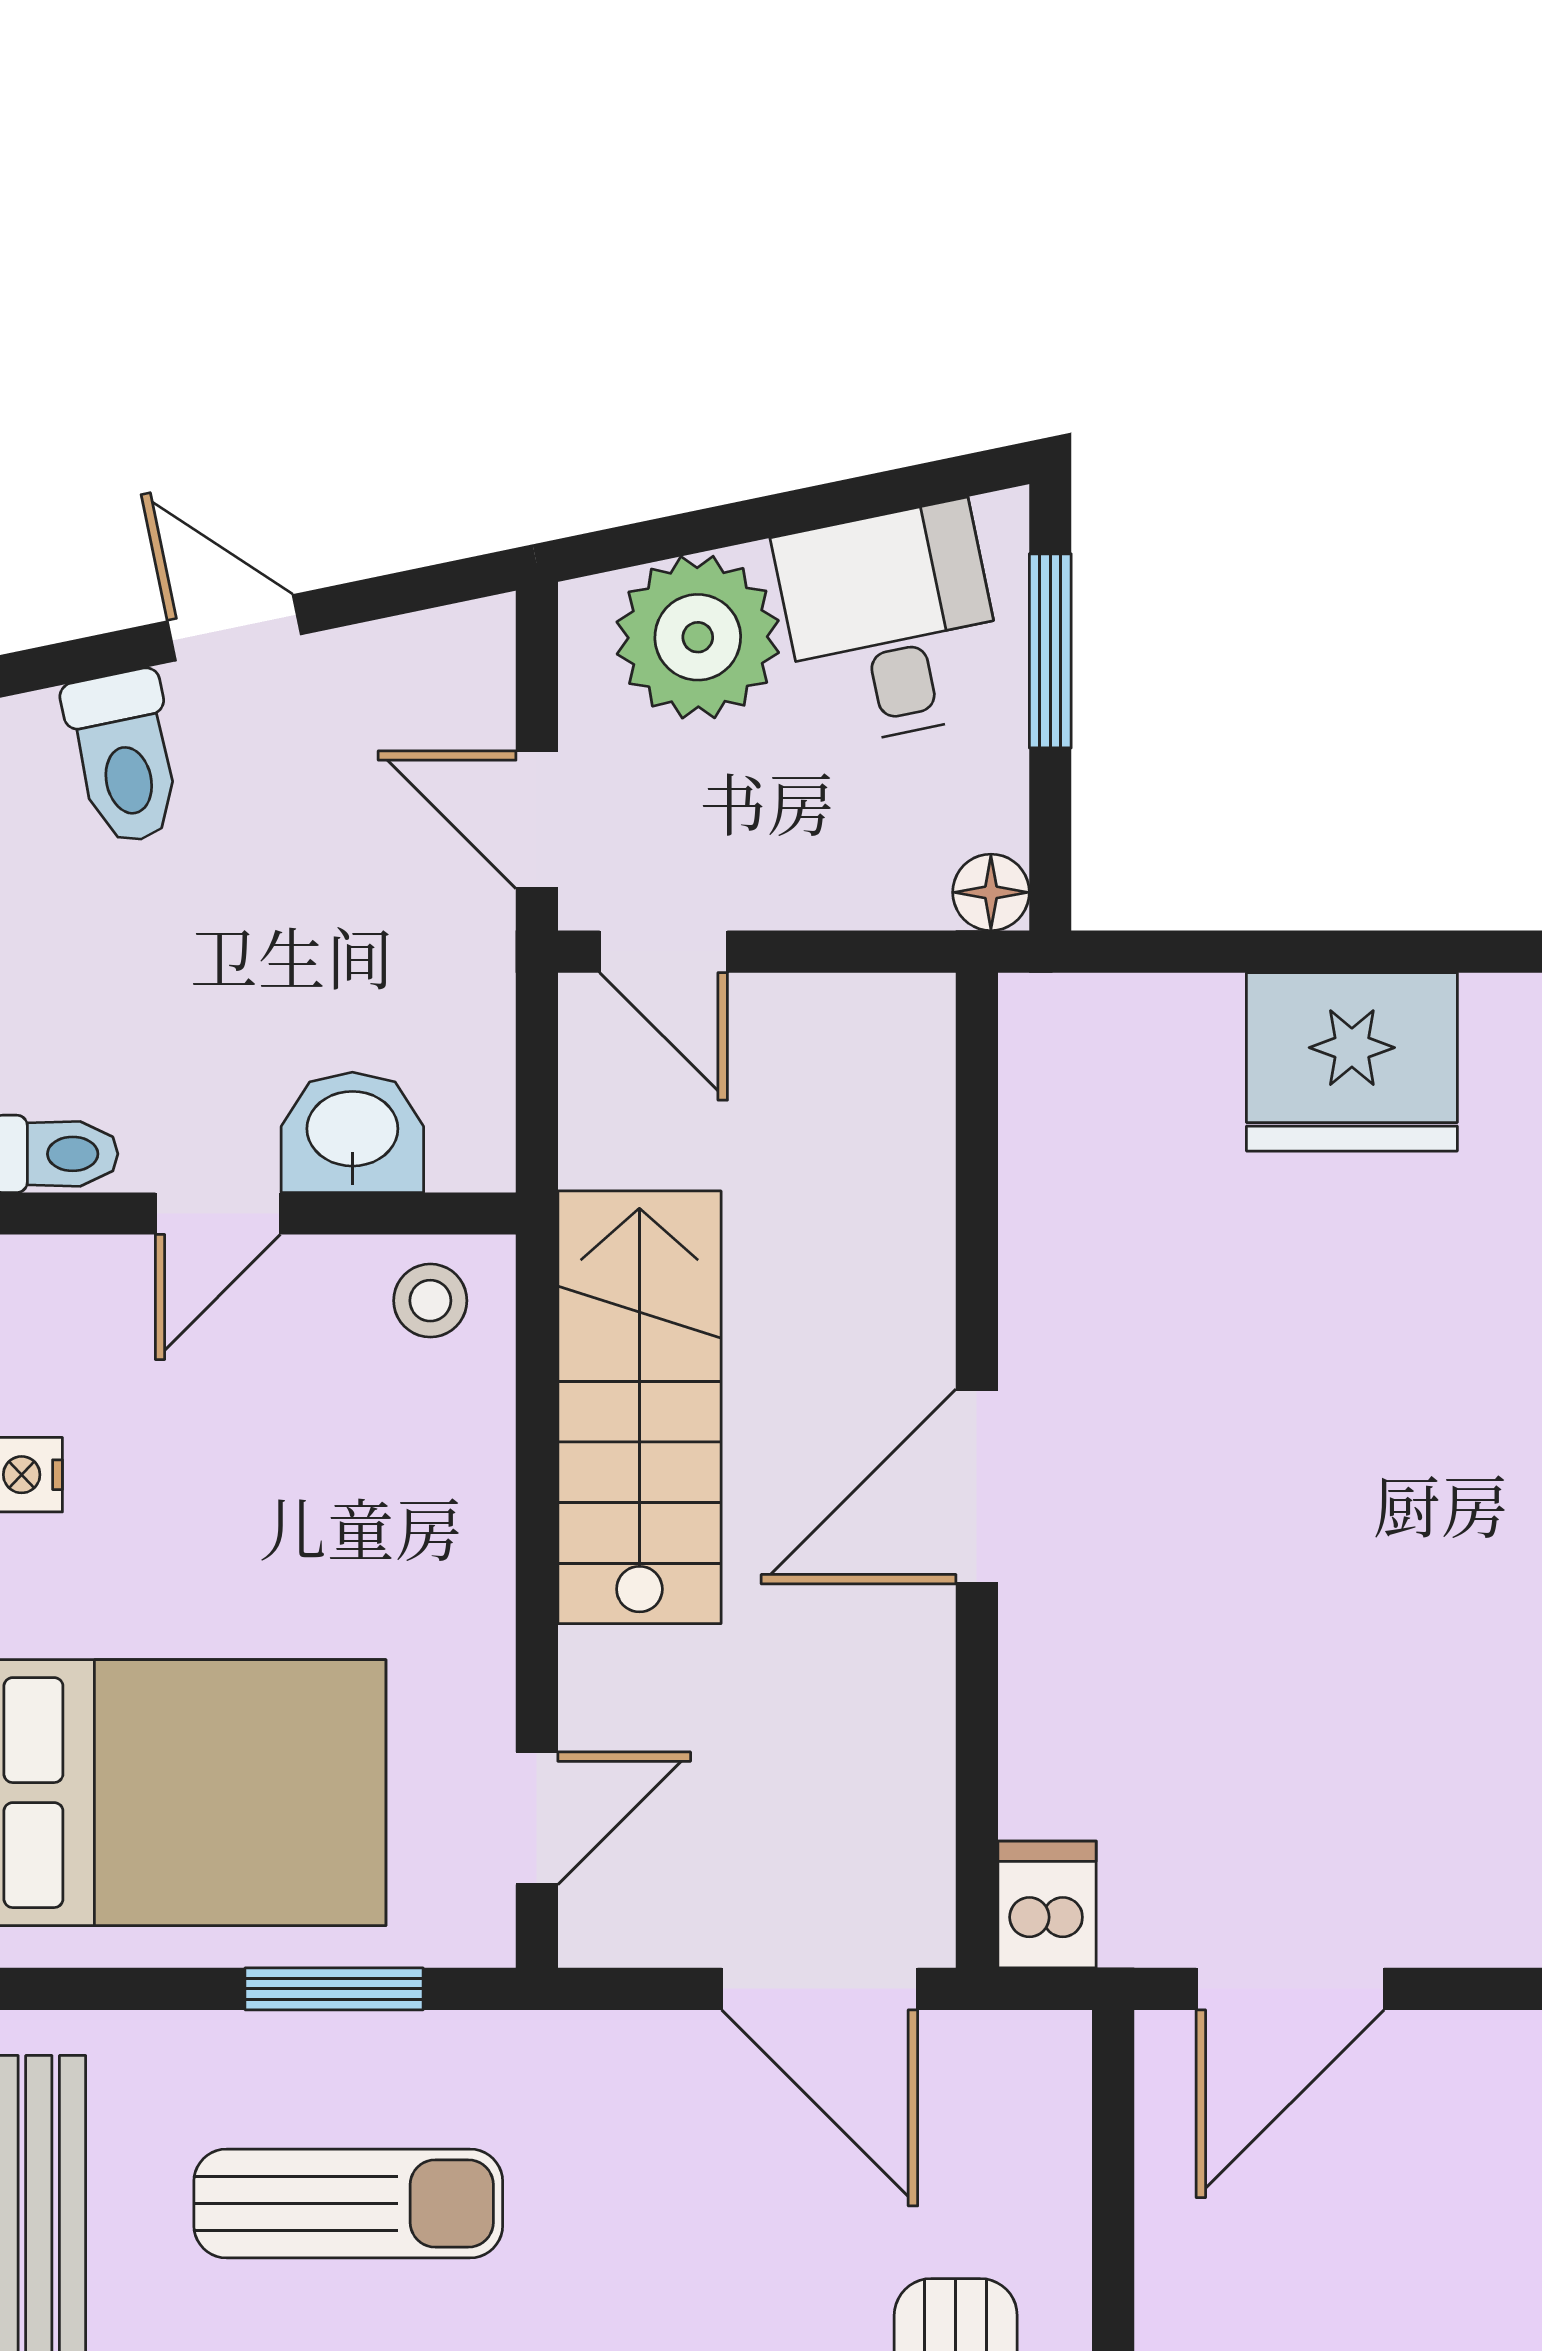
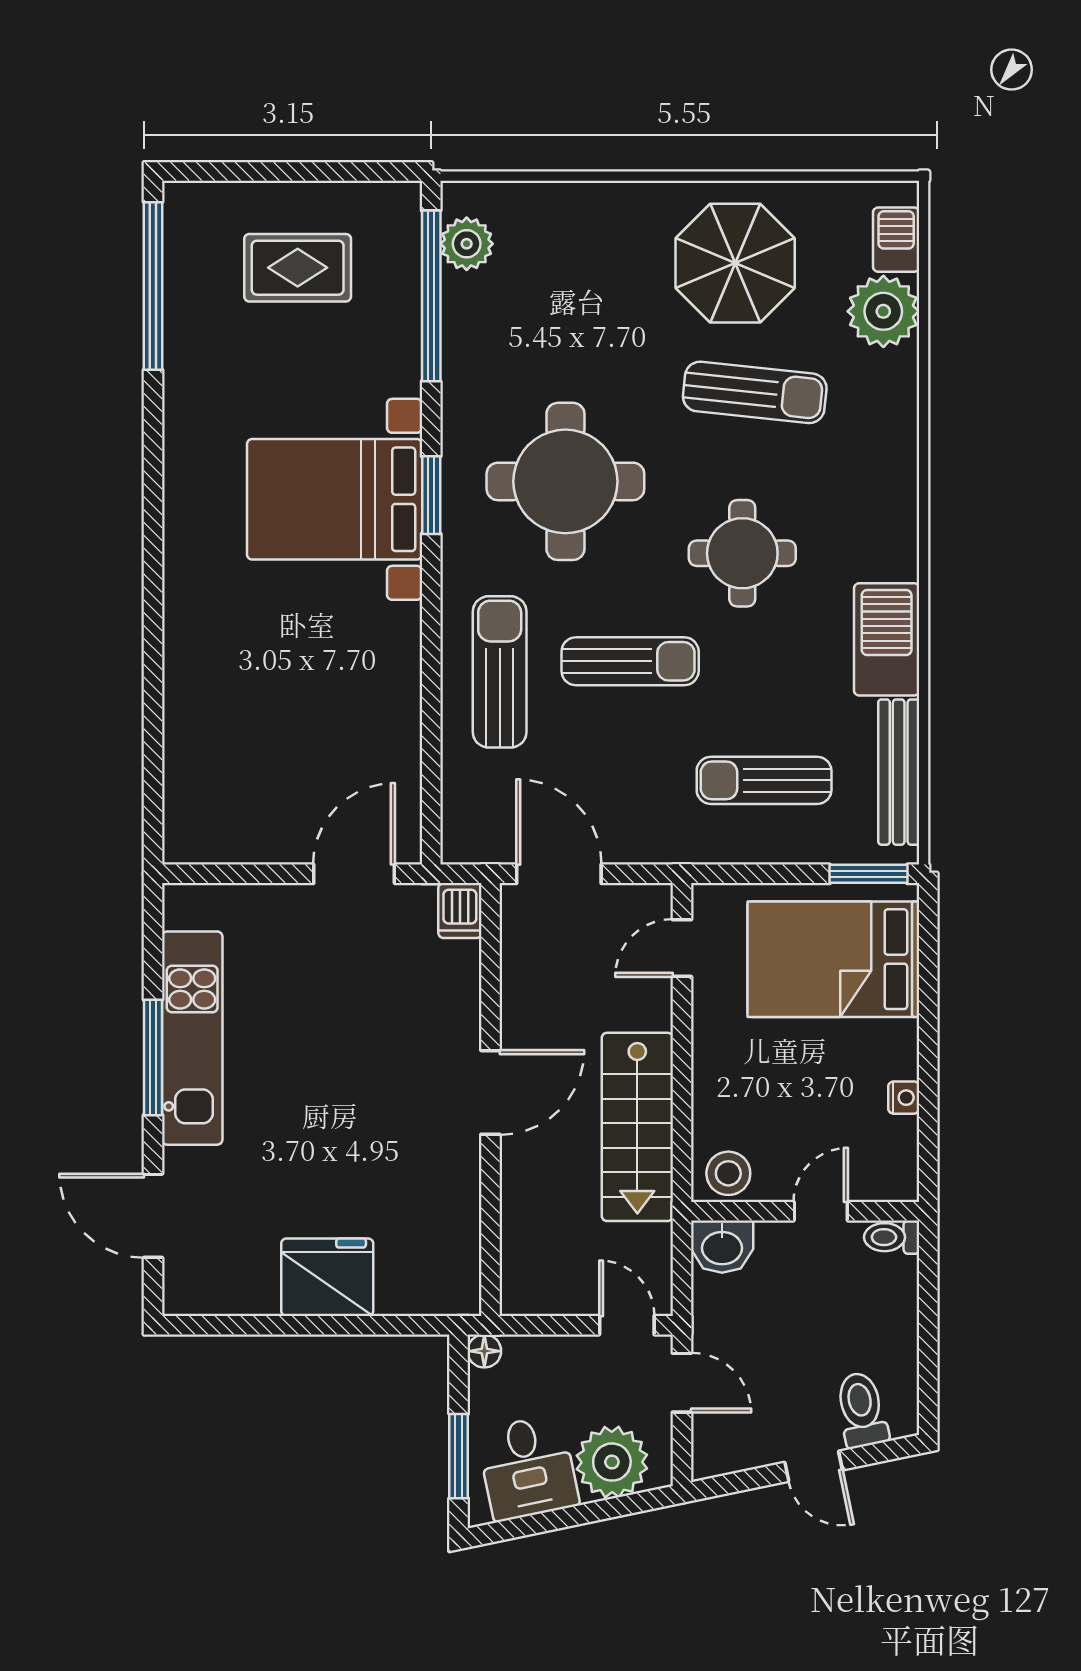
washbasin: (352, 1132) -> (722, 1247), moved
stool: (430, 1301) -> (728, 1173), width x1.37, depth x1.37
window: (334, 1989) -> (869, 874), moved

